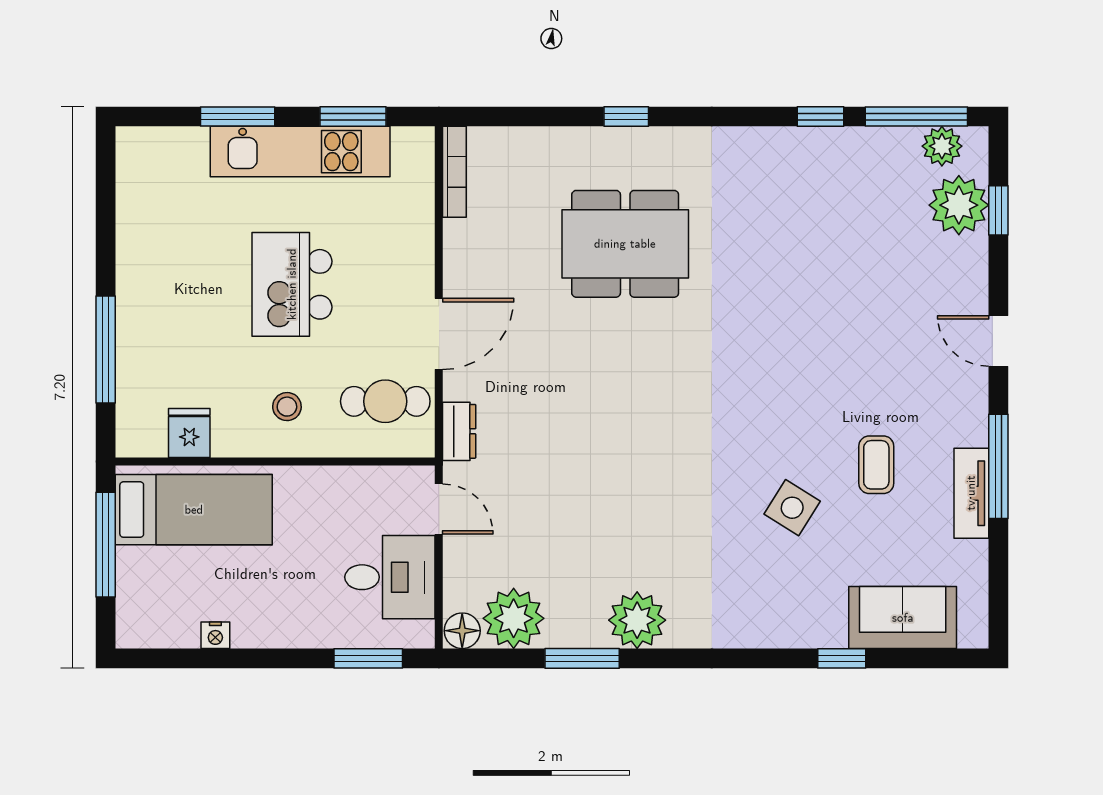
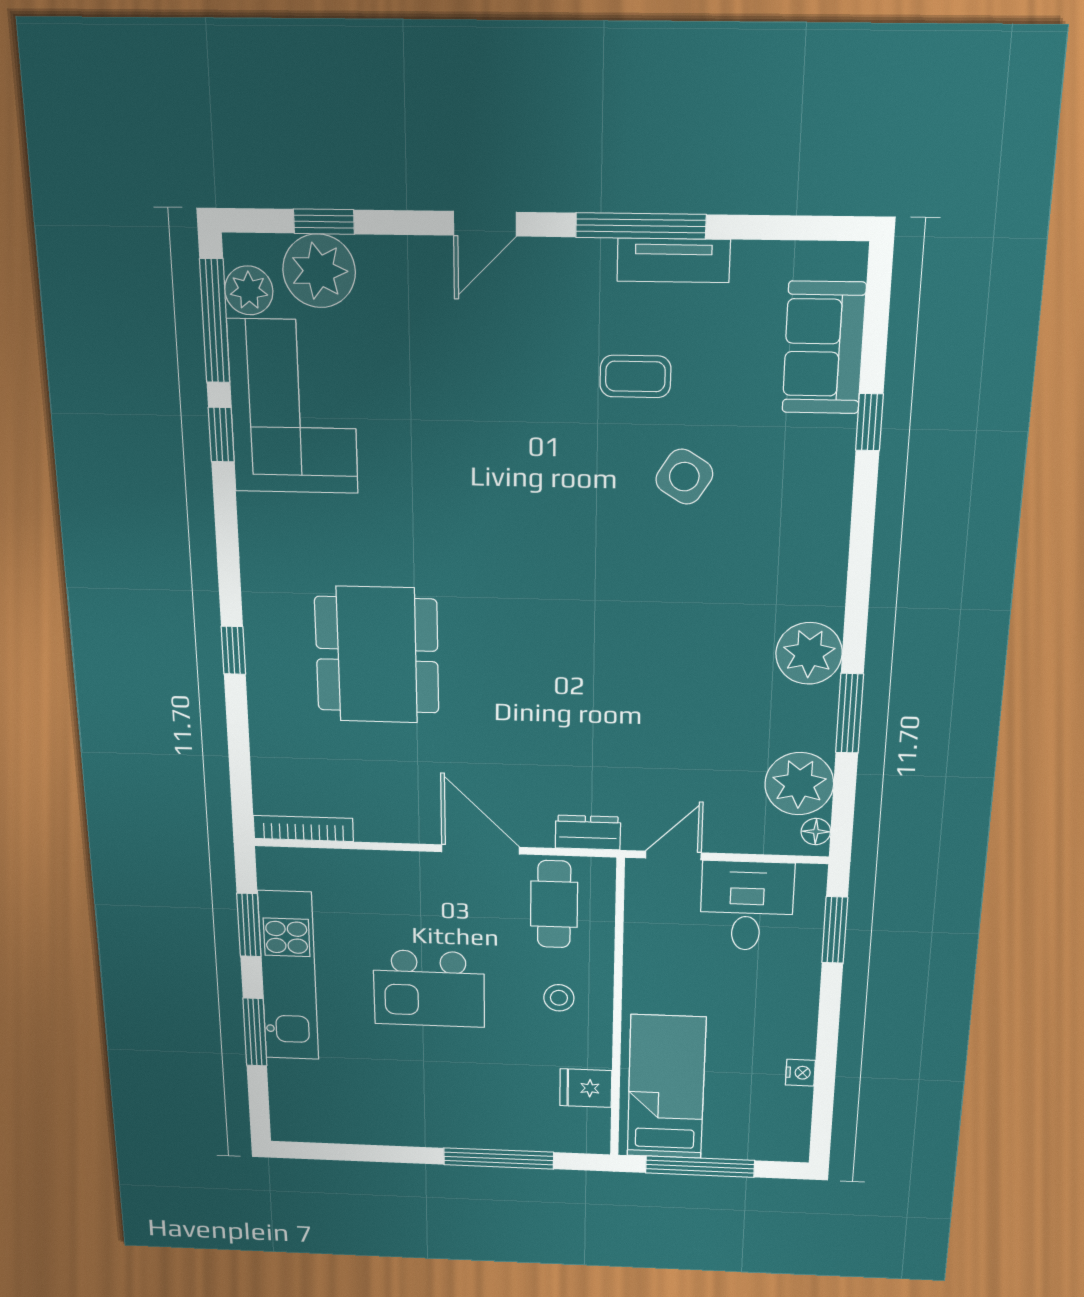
corner sofa: (845, 179) -> (293, 407), added
floor lamp: (462, 631) -> (816, 832), width x0.73, depth x0.73

